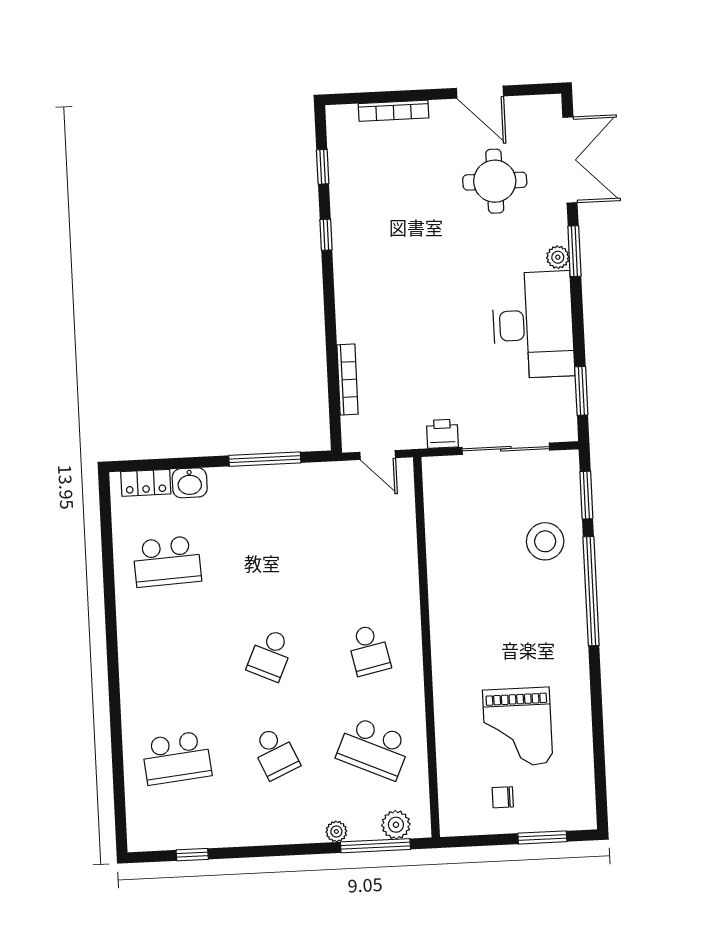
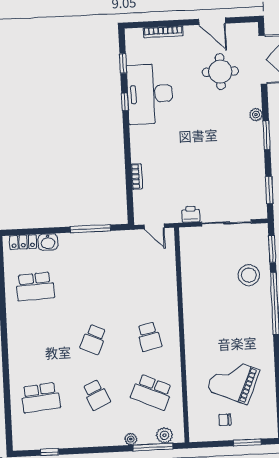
window: (574, 251) -> (267, 135), moved
desk: (533, 325) -> (150, 94), moved, turned 180
bookcase: (347, 380) -> (137, 177), width x0.64
grand piano: (518, 727) -> (233, 380), turned 113

